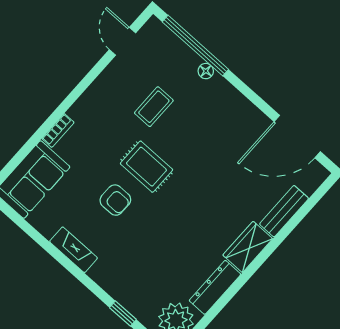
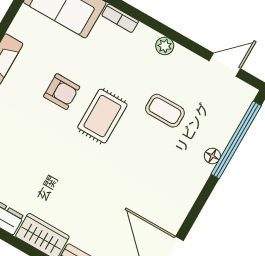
plant: (93, 94) -> (165, 46), added
armchair: (115, 200) -> (62, 92), turned -90

